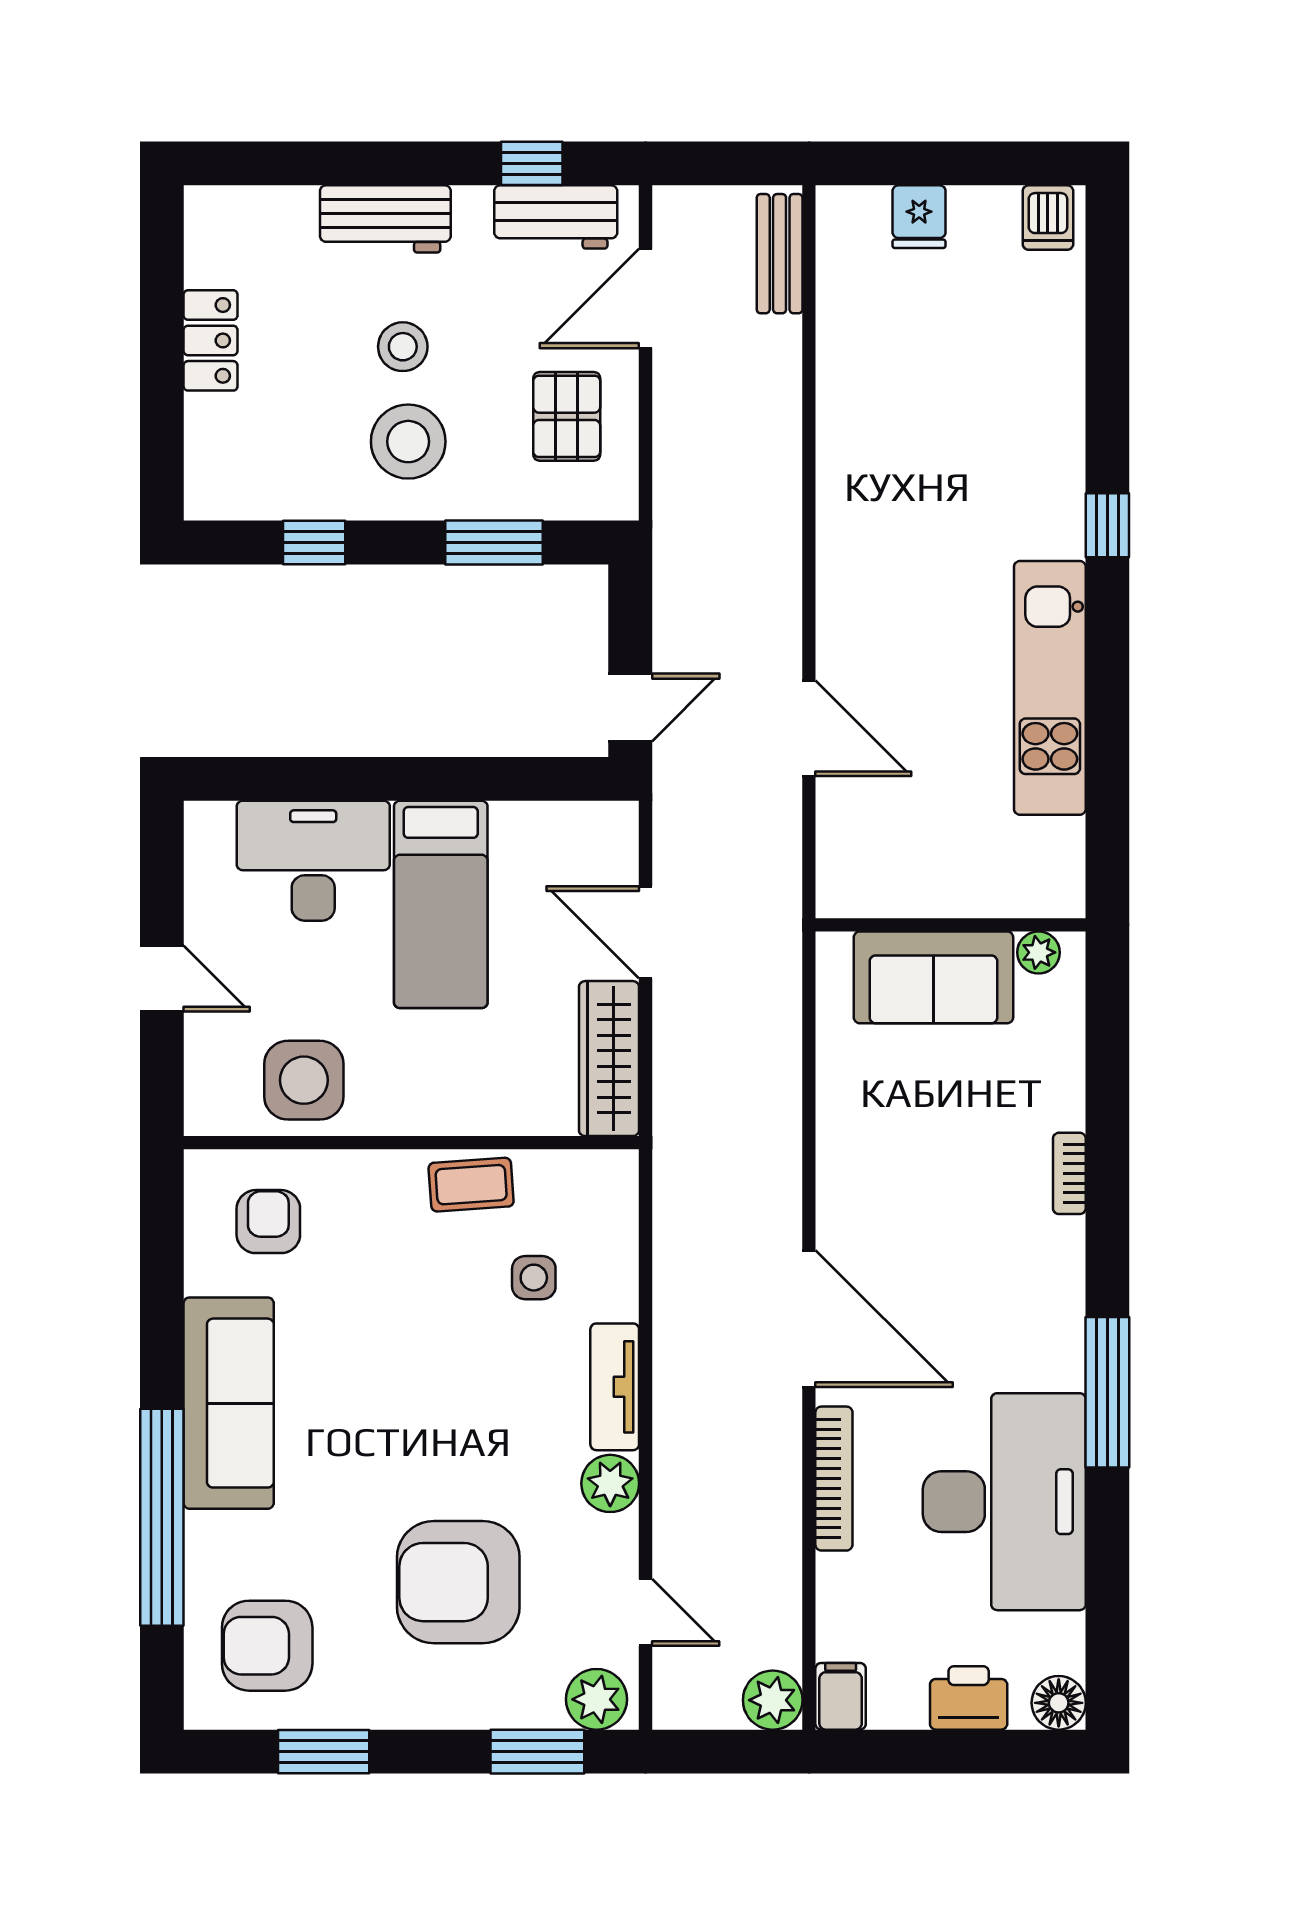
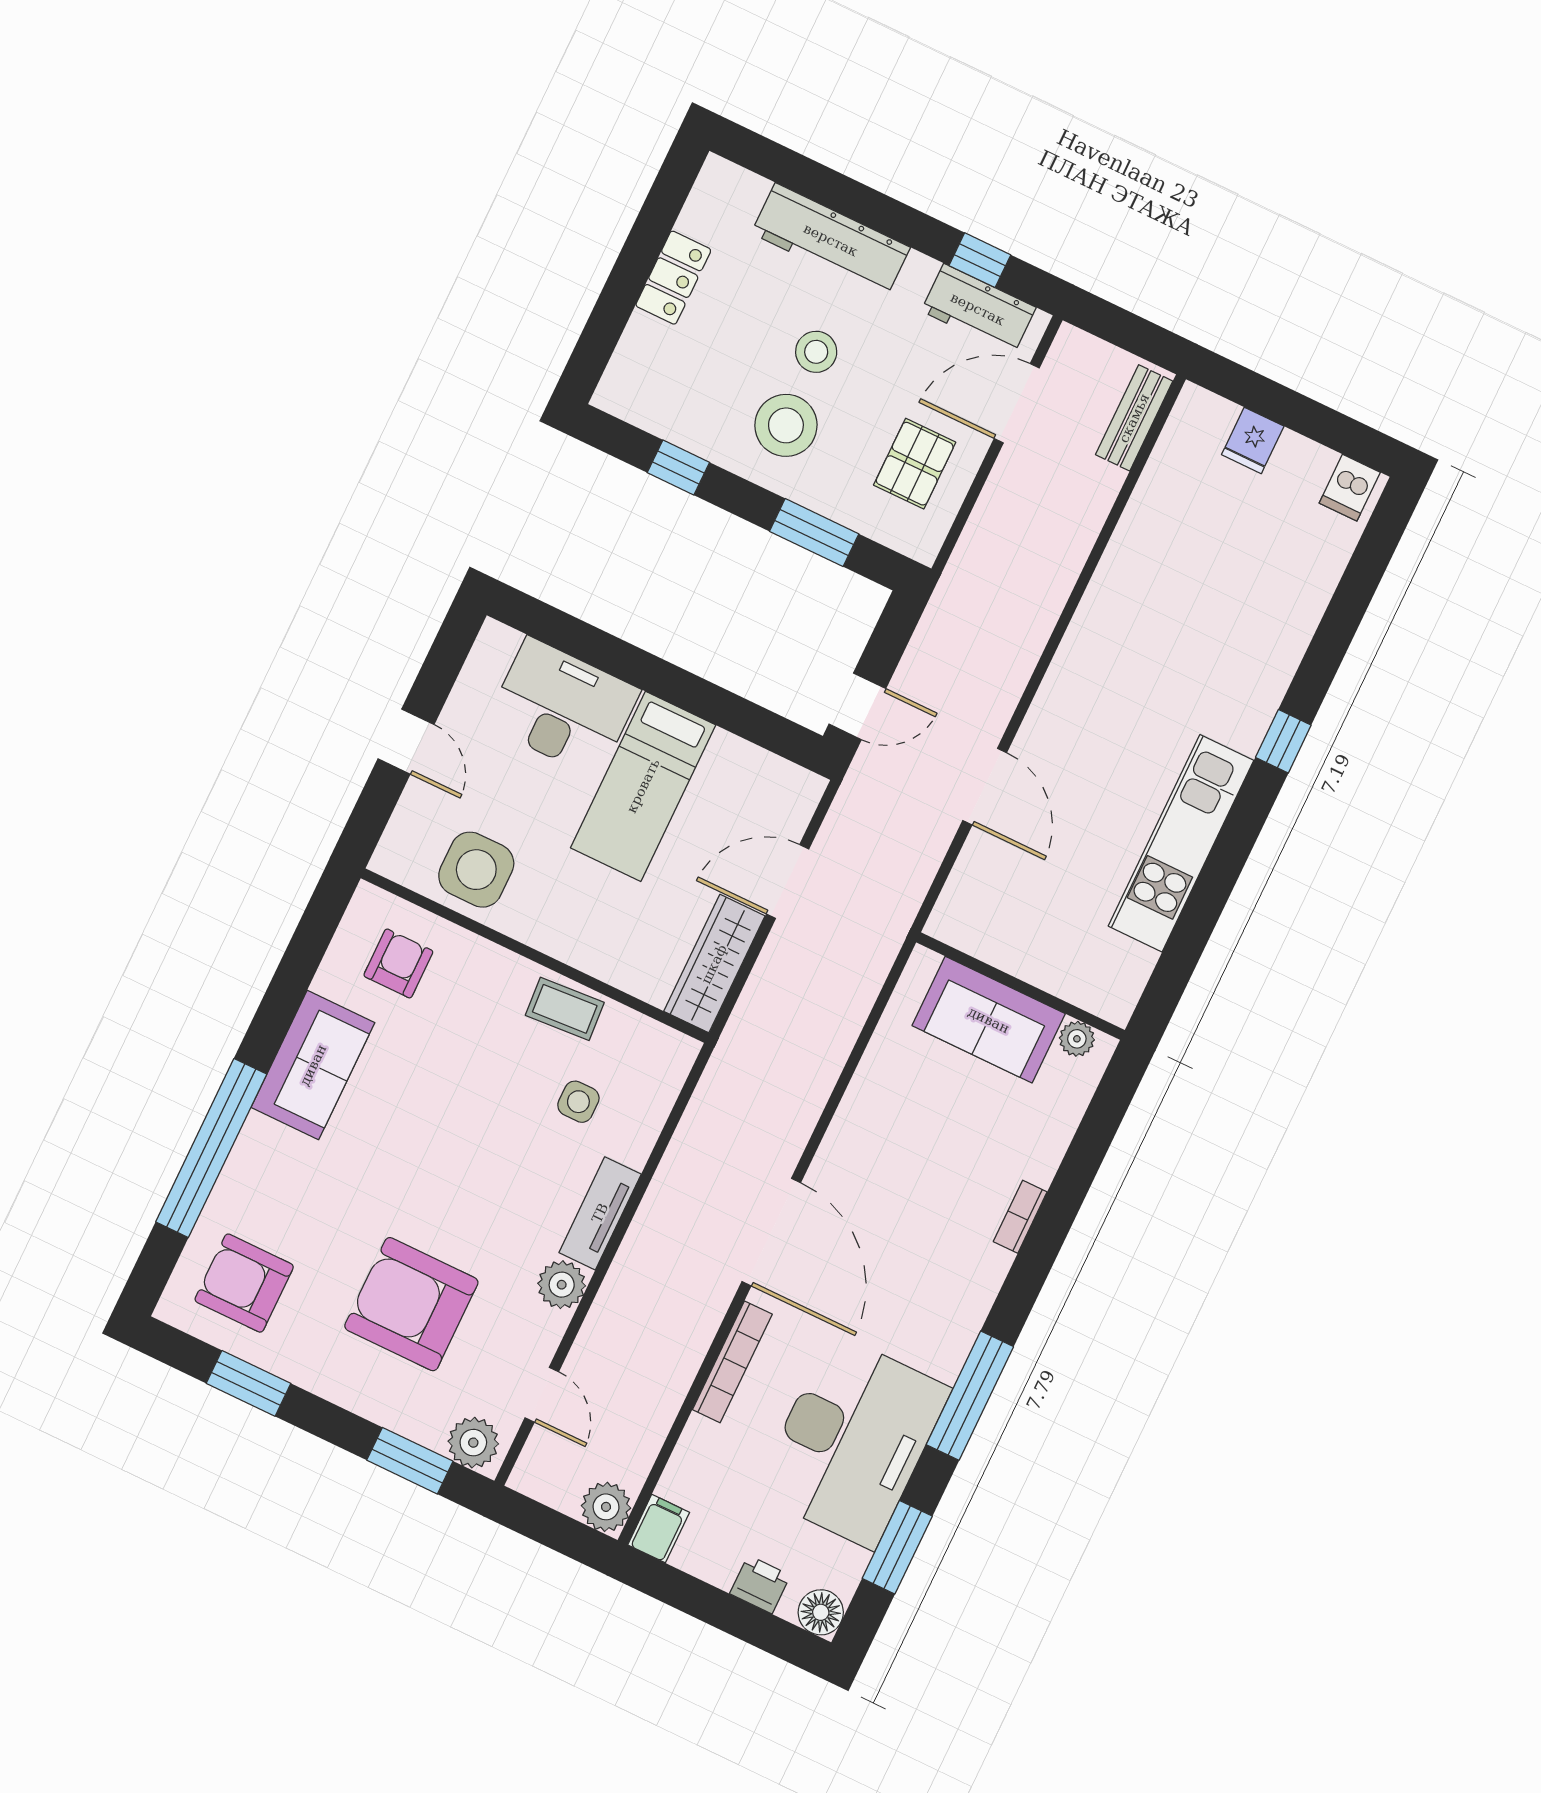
workbench: (385, 219) -> (831, 240), width x1.37
door: (646, 932) -> (788, 882), hinge flipped
sofa: (229, 1403) -> (313, 1065), width x0.73
window: (1107, 1593) -> (897, 1547), added
printer: (969, 1698) -> (760, 1584), width x0.73, depth x0.81

